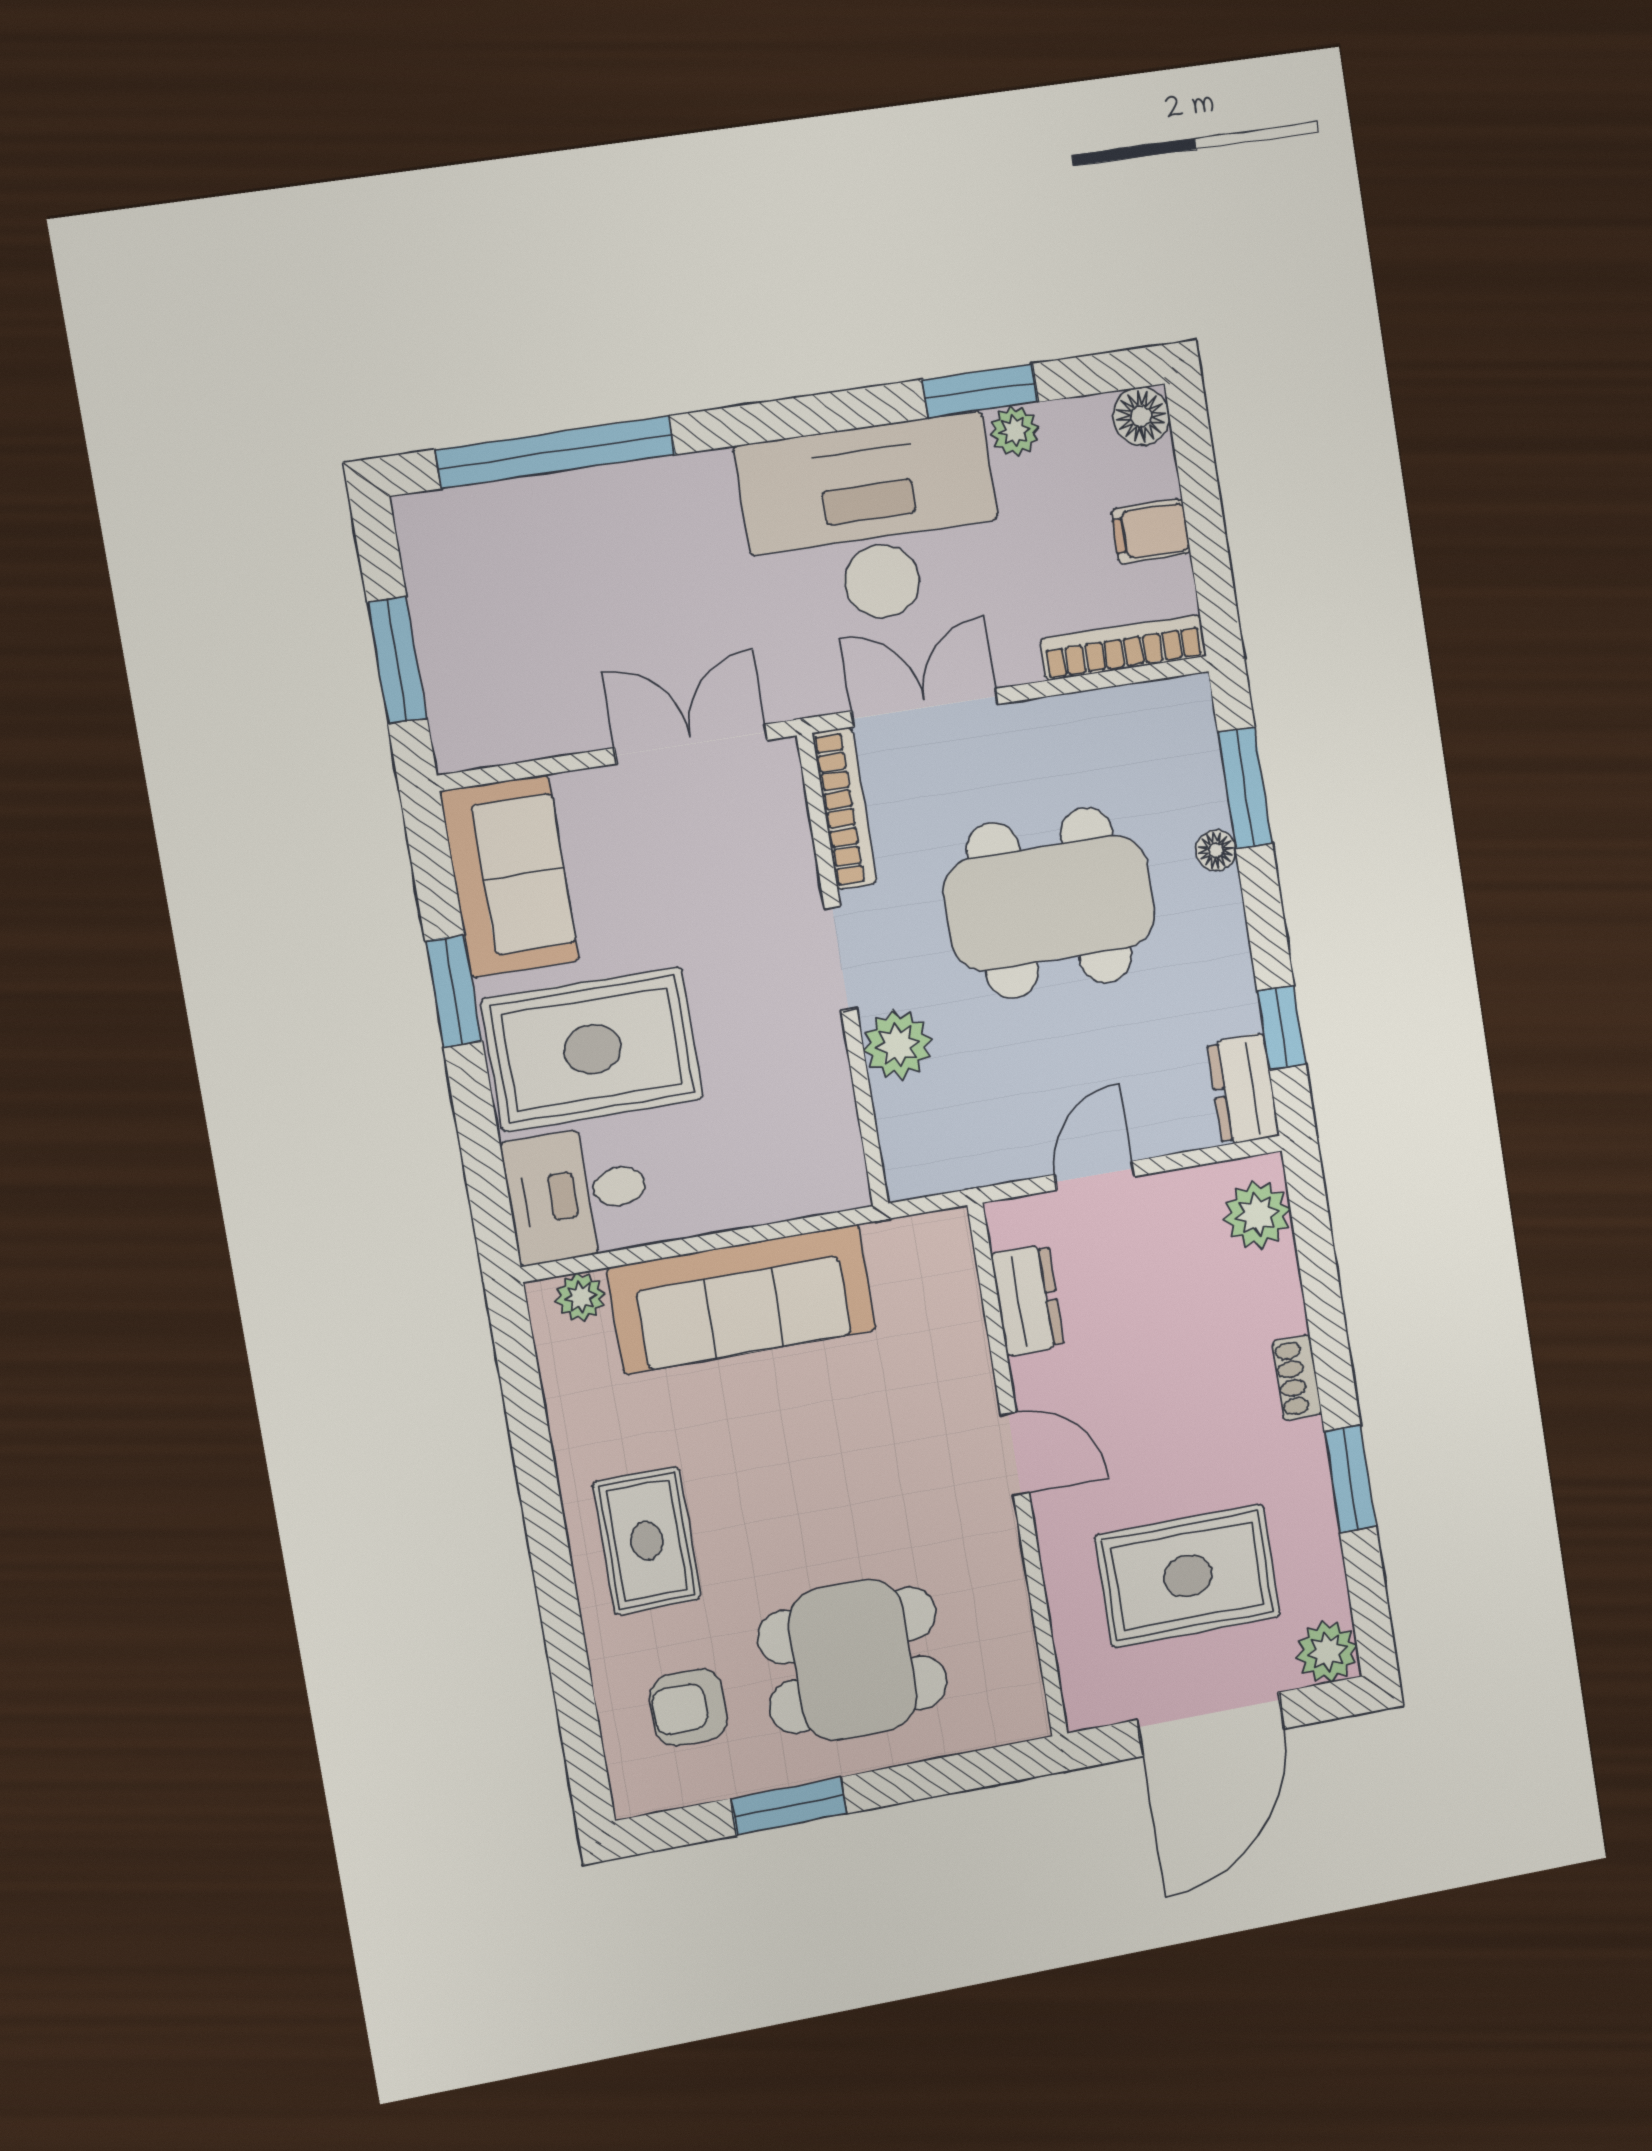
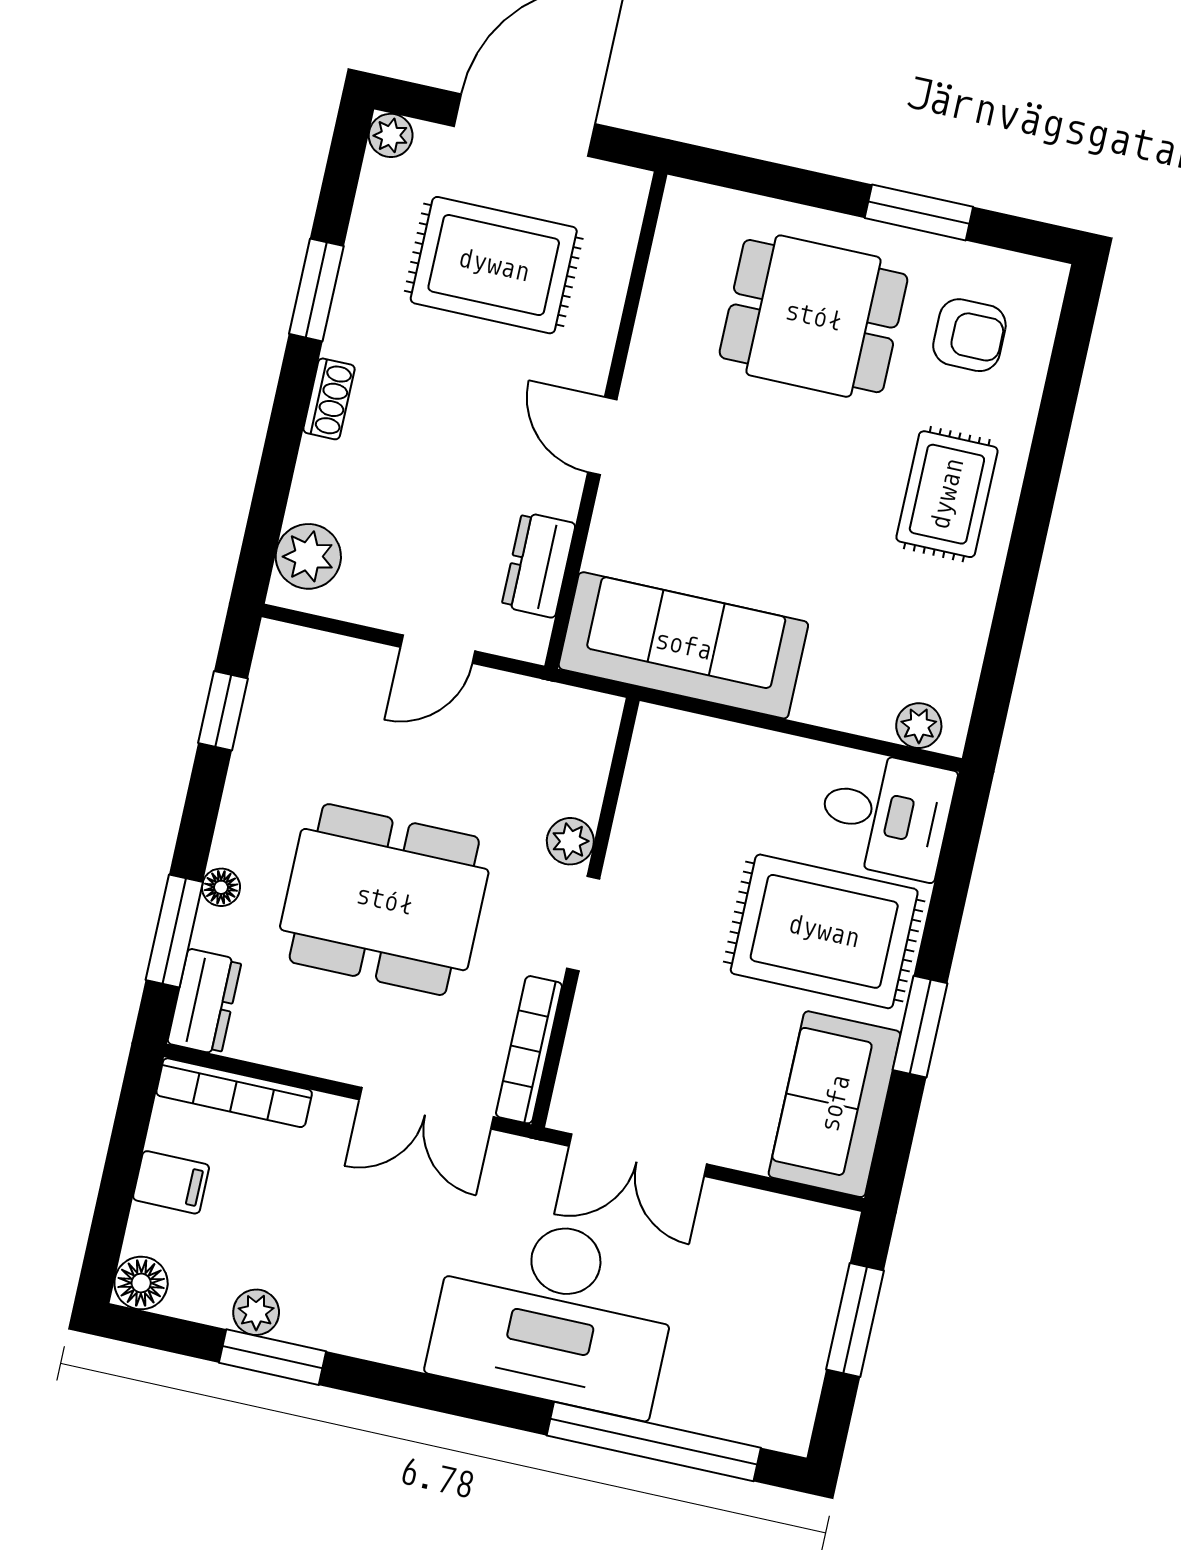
desk: (872, 523) -> (554, 1313), moved
plant: (897, 1045) -> (570, 841), width x0.73, depth x0.73
dresser: (1243, 1089) -> (205, 1002), moved
sofa: (742, 1299) -> (683, 645), moved
plant: (1327, 1652) -> (391, 135), width x0.73, depth x0.73

